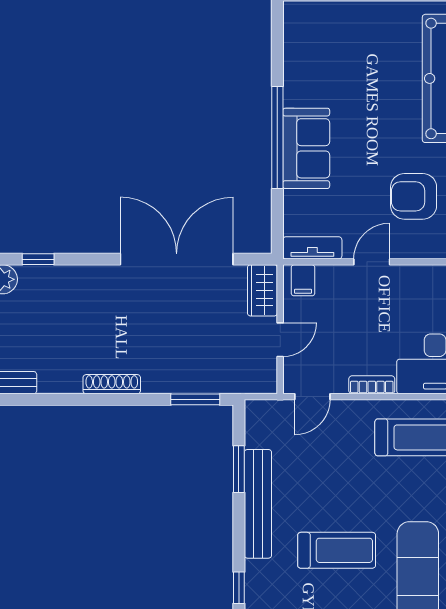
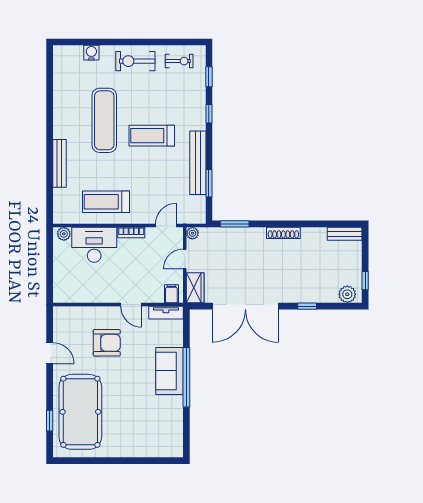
window: (38, 259) -> (307, 306), moved
door: (372, 262) -> (131, 304), hinge flipped
plant: (267, 384) -> (192, 233), added

